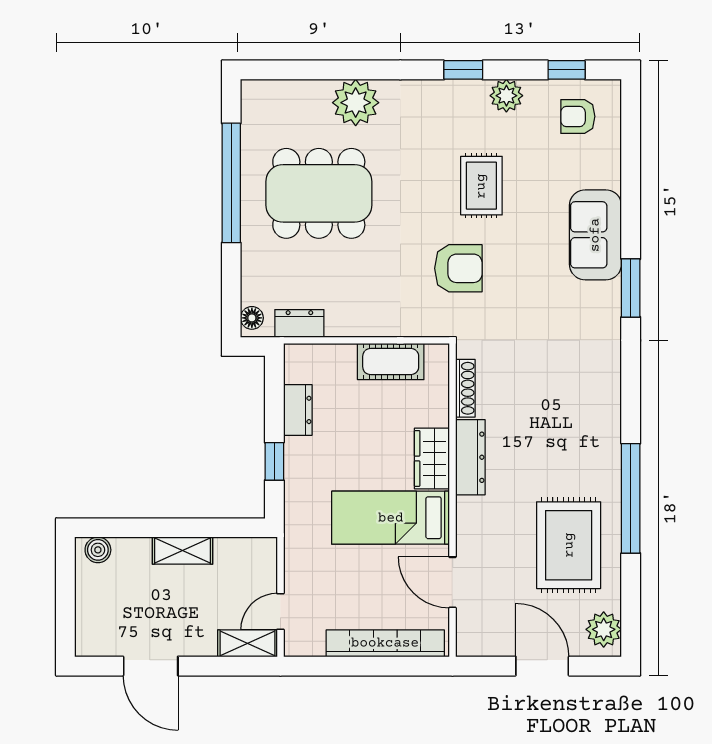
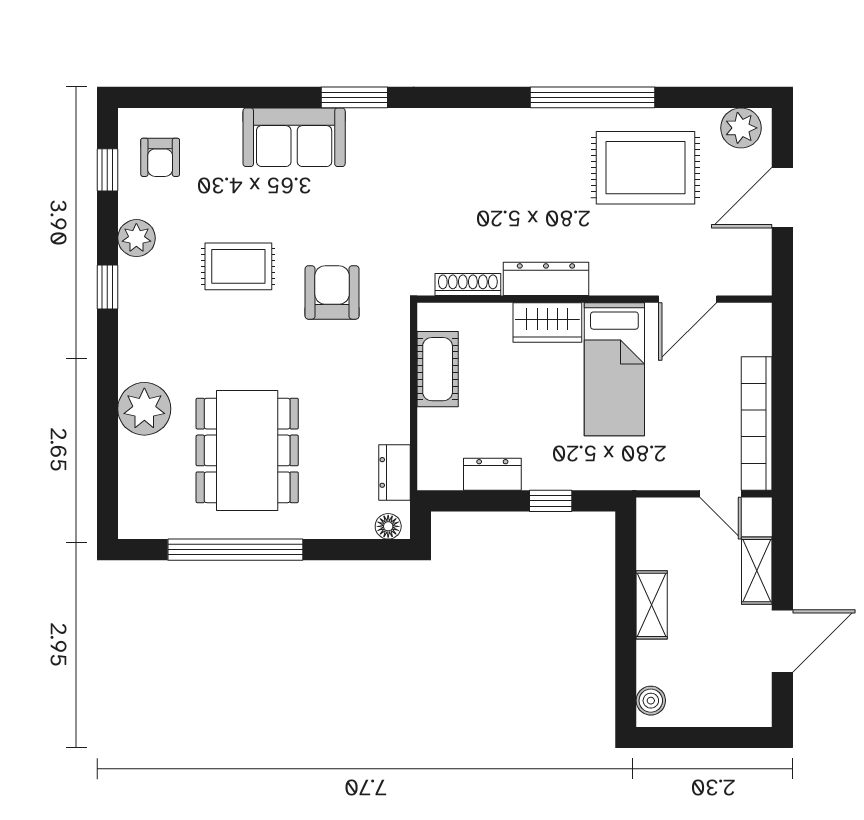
shelving: (248, 643) -> (757, 571), moved
bookcase: (385, 643) -> (757, 423), moved

